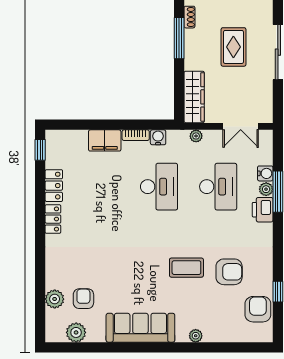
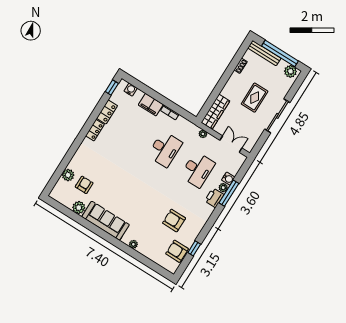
window: (179, 38) -> (228, 74), removed
double door: (241, 126) -> (231, 144), swing flipped
water cooler: (158, 137) -> (131, 90), moved
coffee table: (186, 268) -> (152, 203), removed
armchair: (229, 272) -> (174, 221), turned 180
armchair: (258, 309) -> (177, 251), turned -90
plant: (76, 332) -> (79, 208), moved

